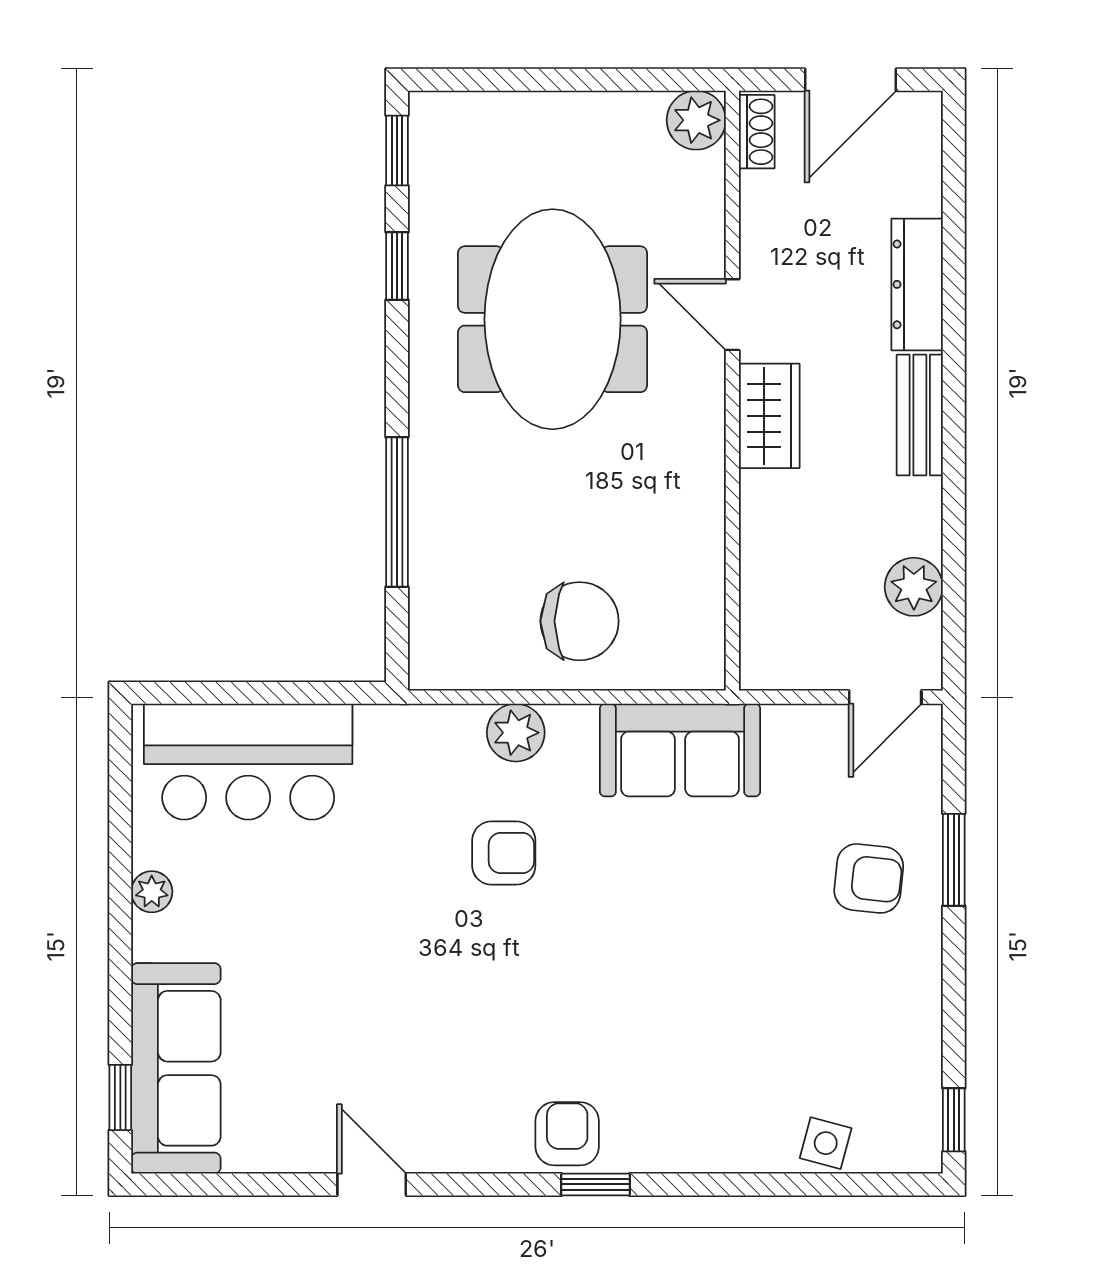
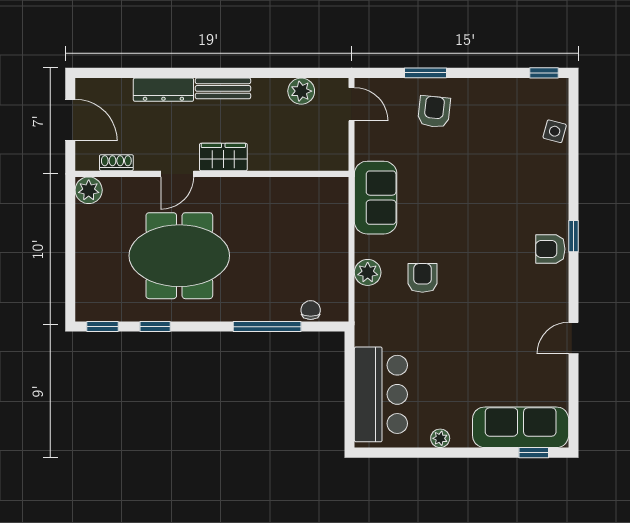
shoe rack: (757, 132) -> (116, 163), moved
chair: (580, 621) -> (311, 310), moved, width x0.54, depth x0.54

